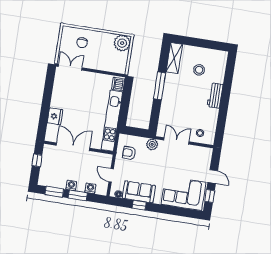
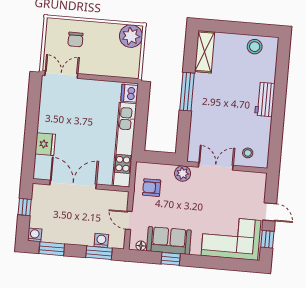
stool: (199, 70) -> (255, 47), moved
washing machine: (71, 185) -> (35, 235), moved
window: (78, 195) -> (99, 253), moved

